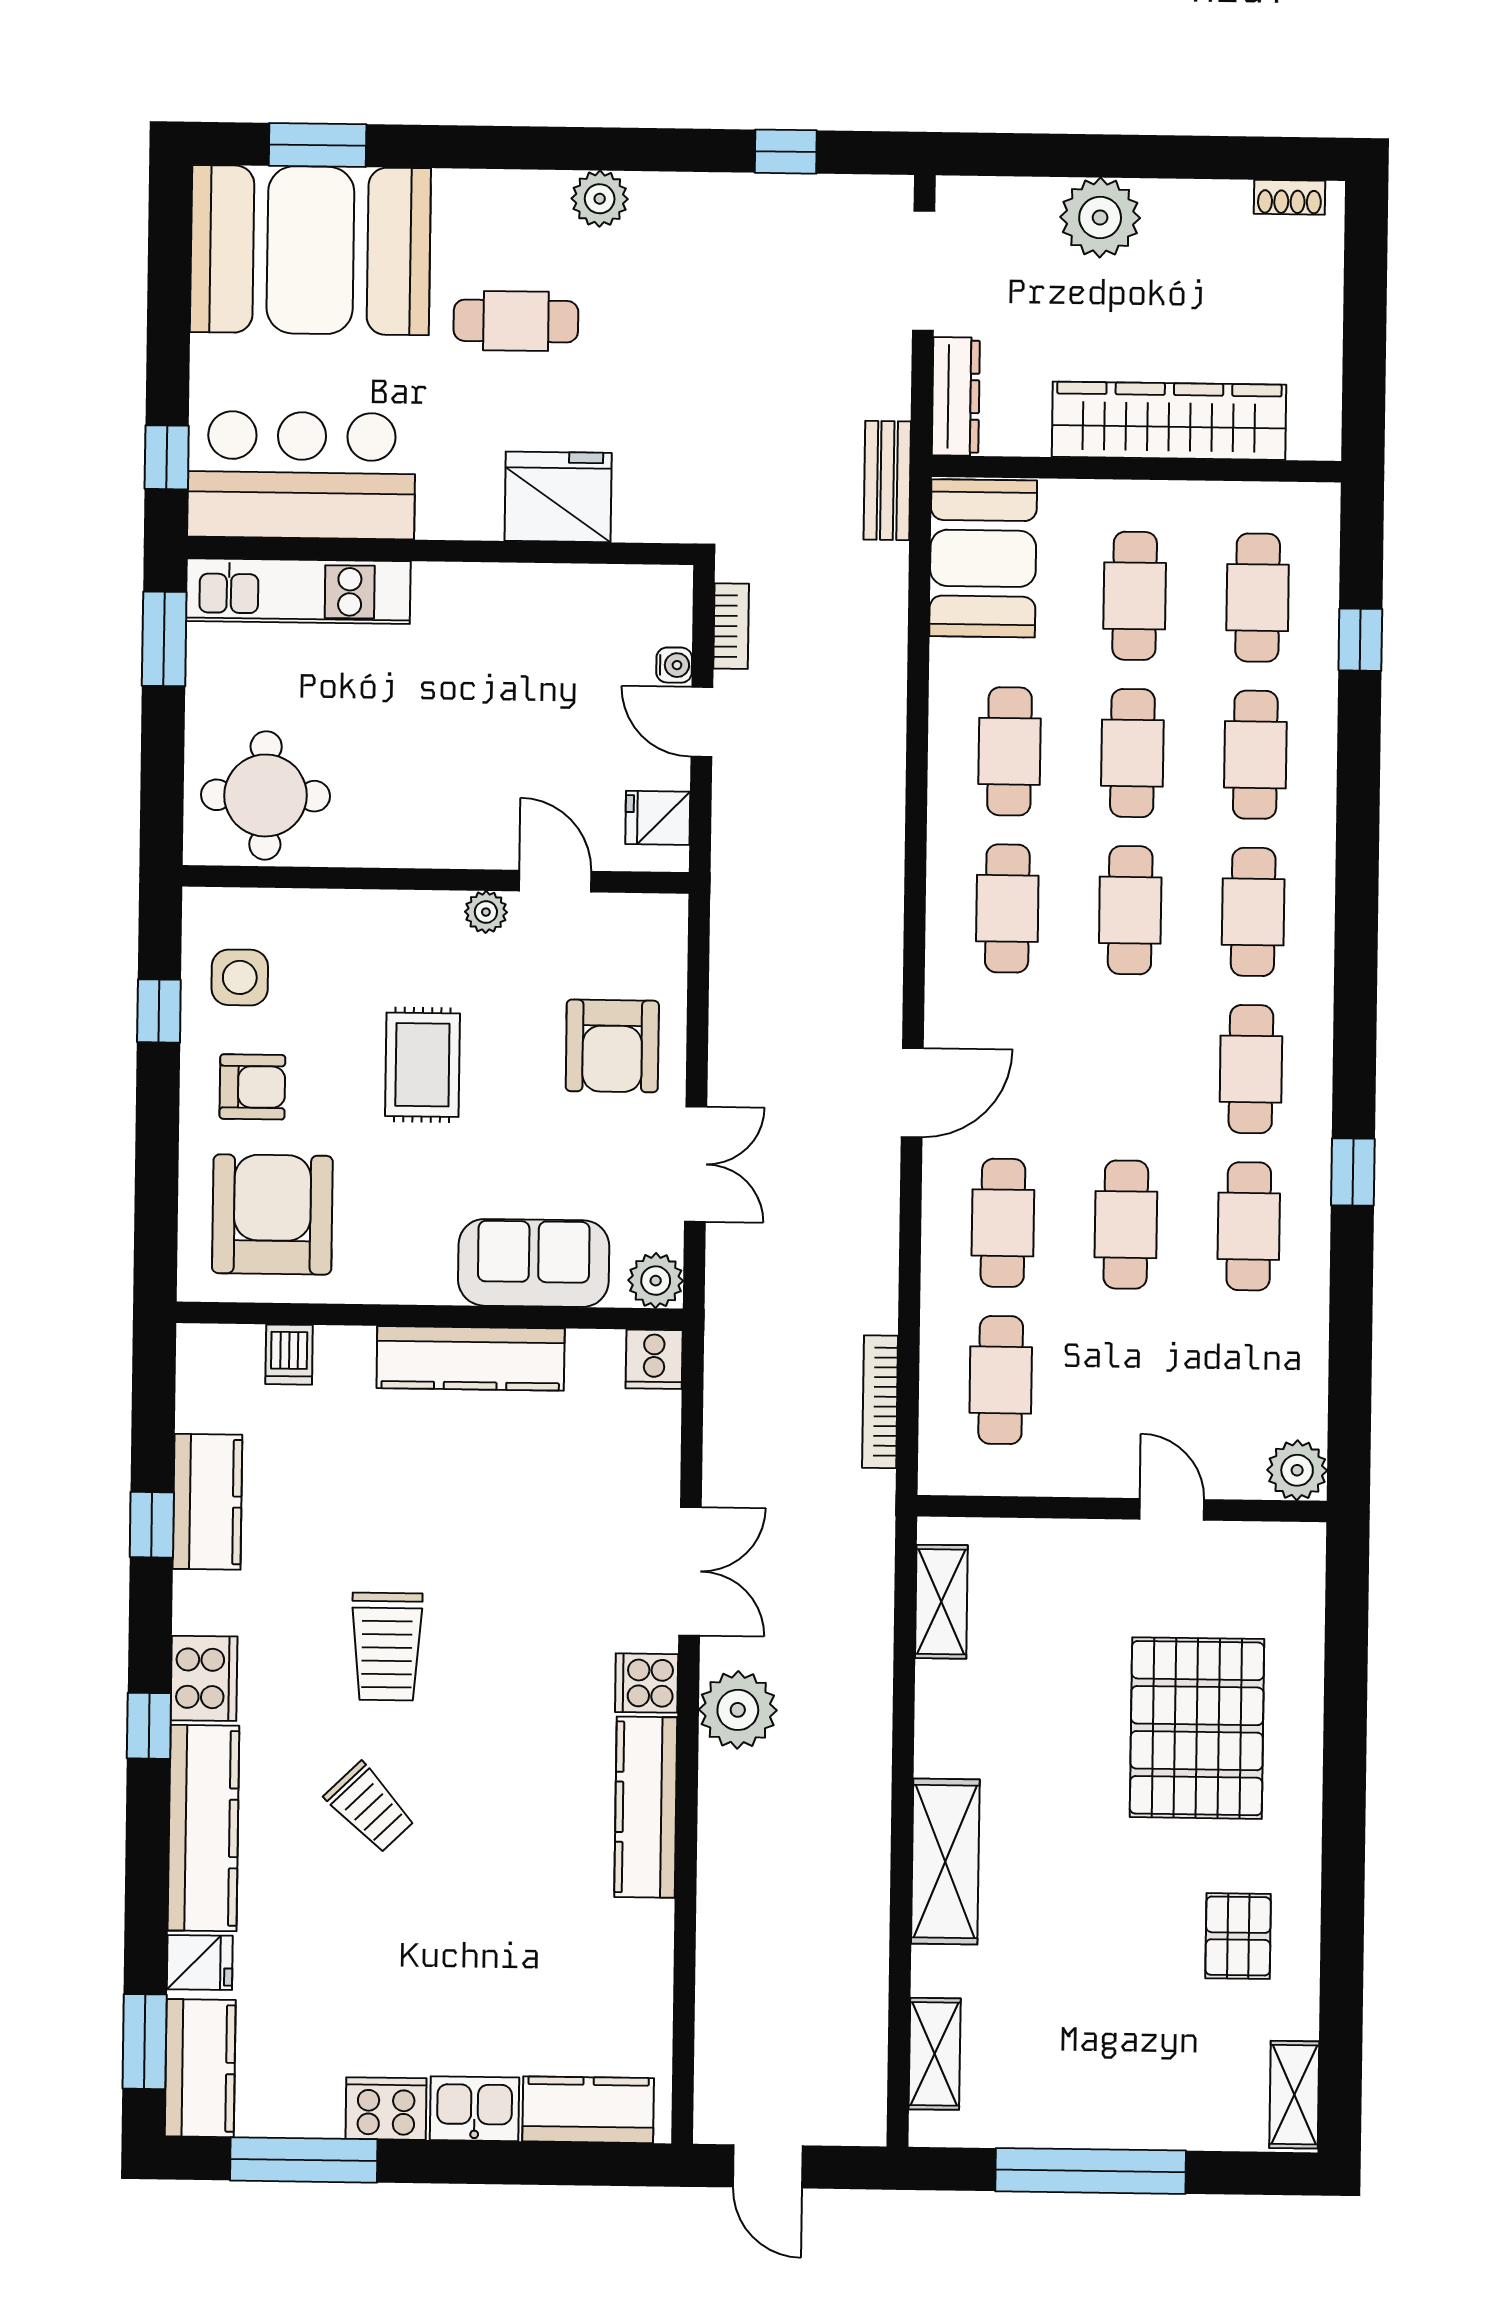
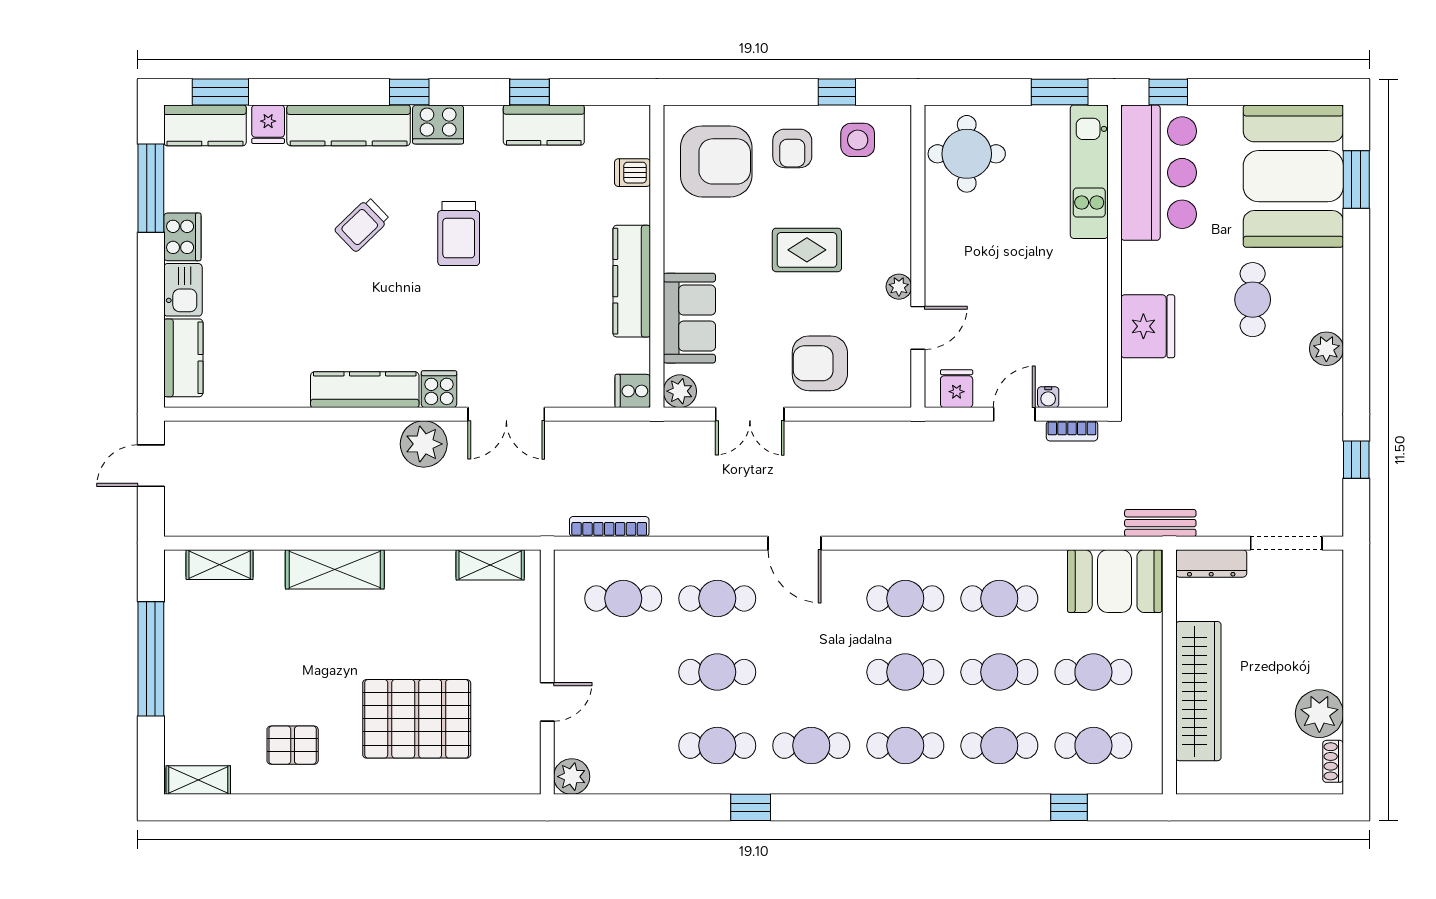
plant: (1100, 218) -> (1319, 714), moved
trolley: (387, 1647) -> (459, 234), turned -90

